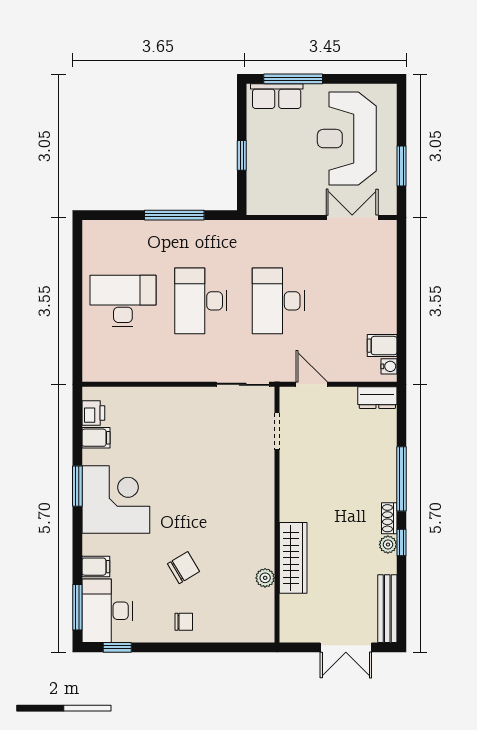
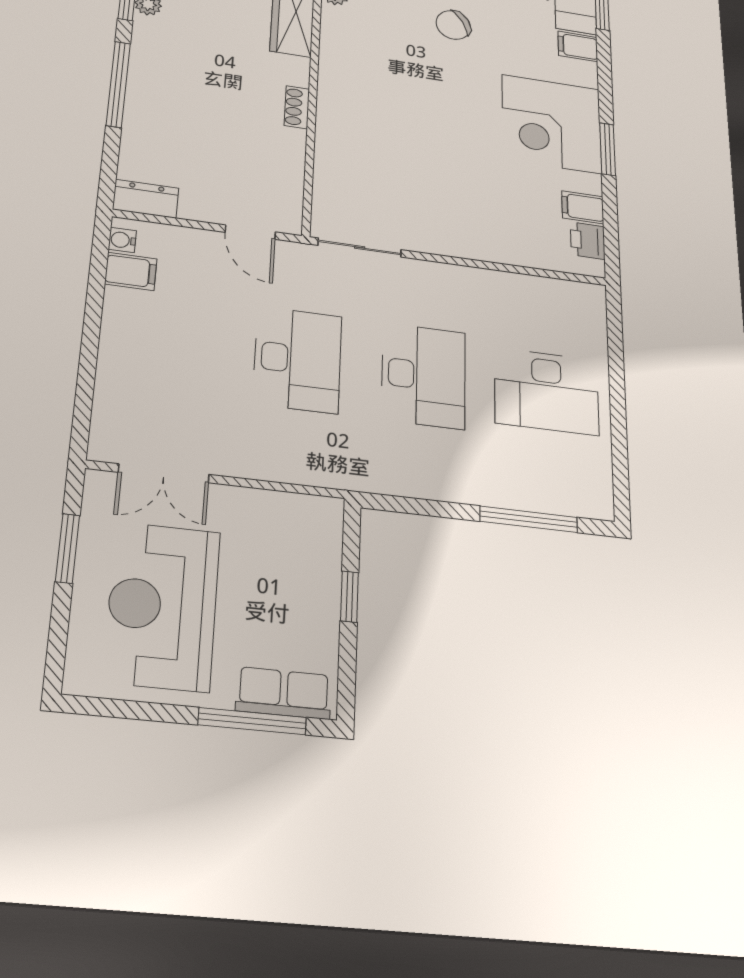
reception desk: (347, 139) -> (162, 606), turned 180
window: (174, 215) -> (529, 519), moved
doorway: (277, 431) -> (309, 176), removed
shoe rack: (389, 518) -> (297, 107), moved, turned 180

